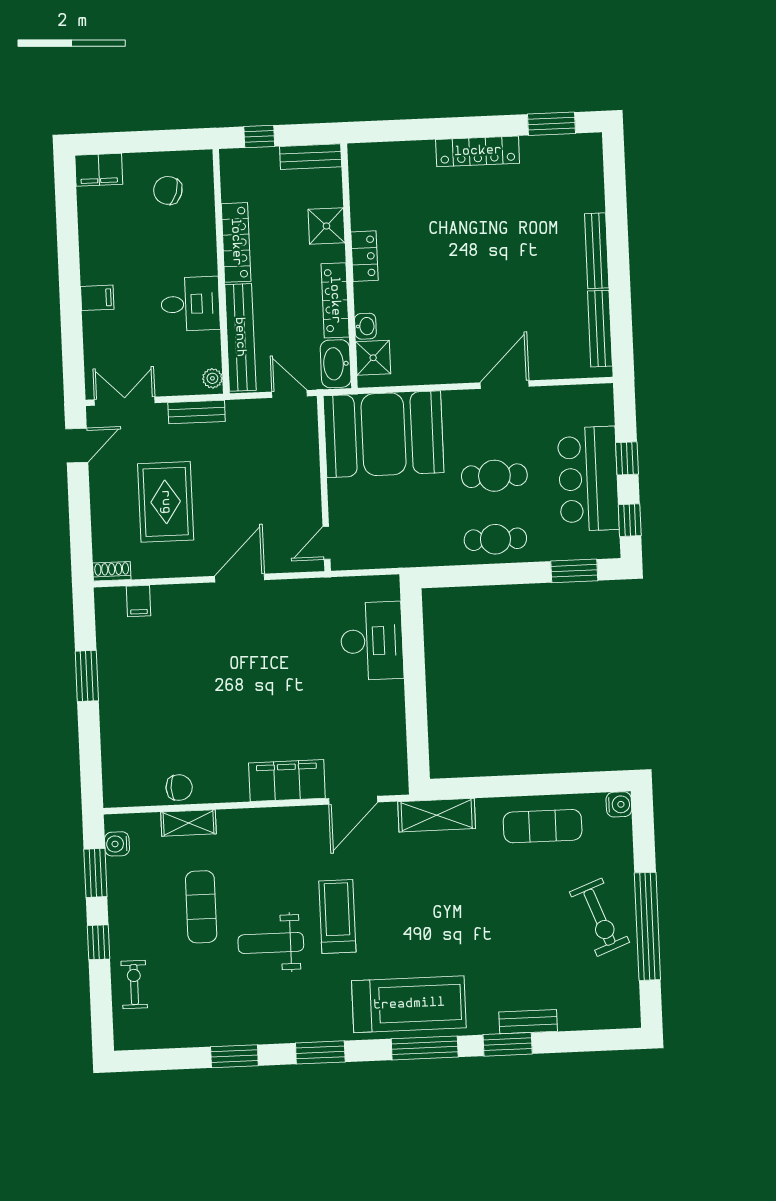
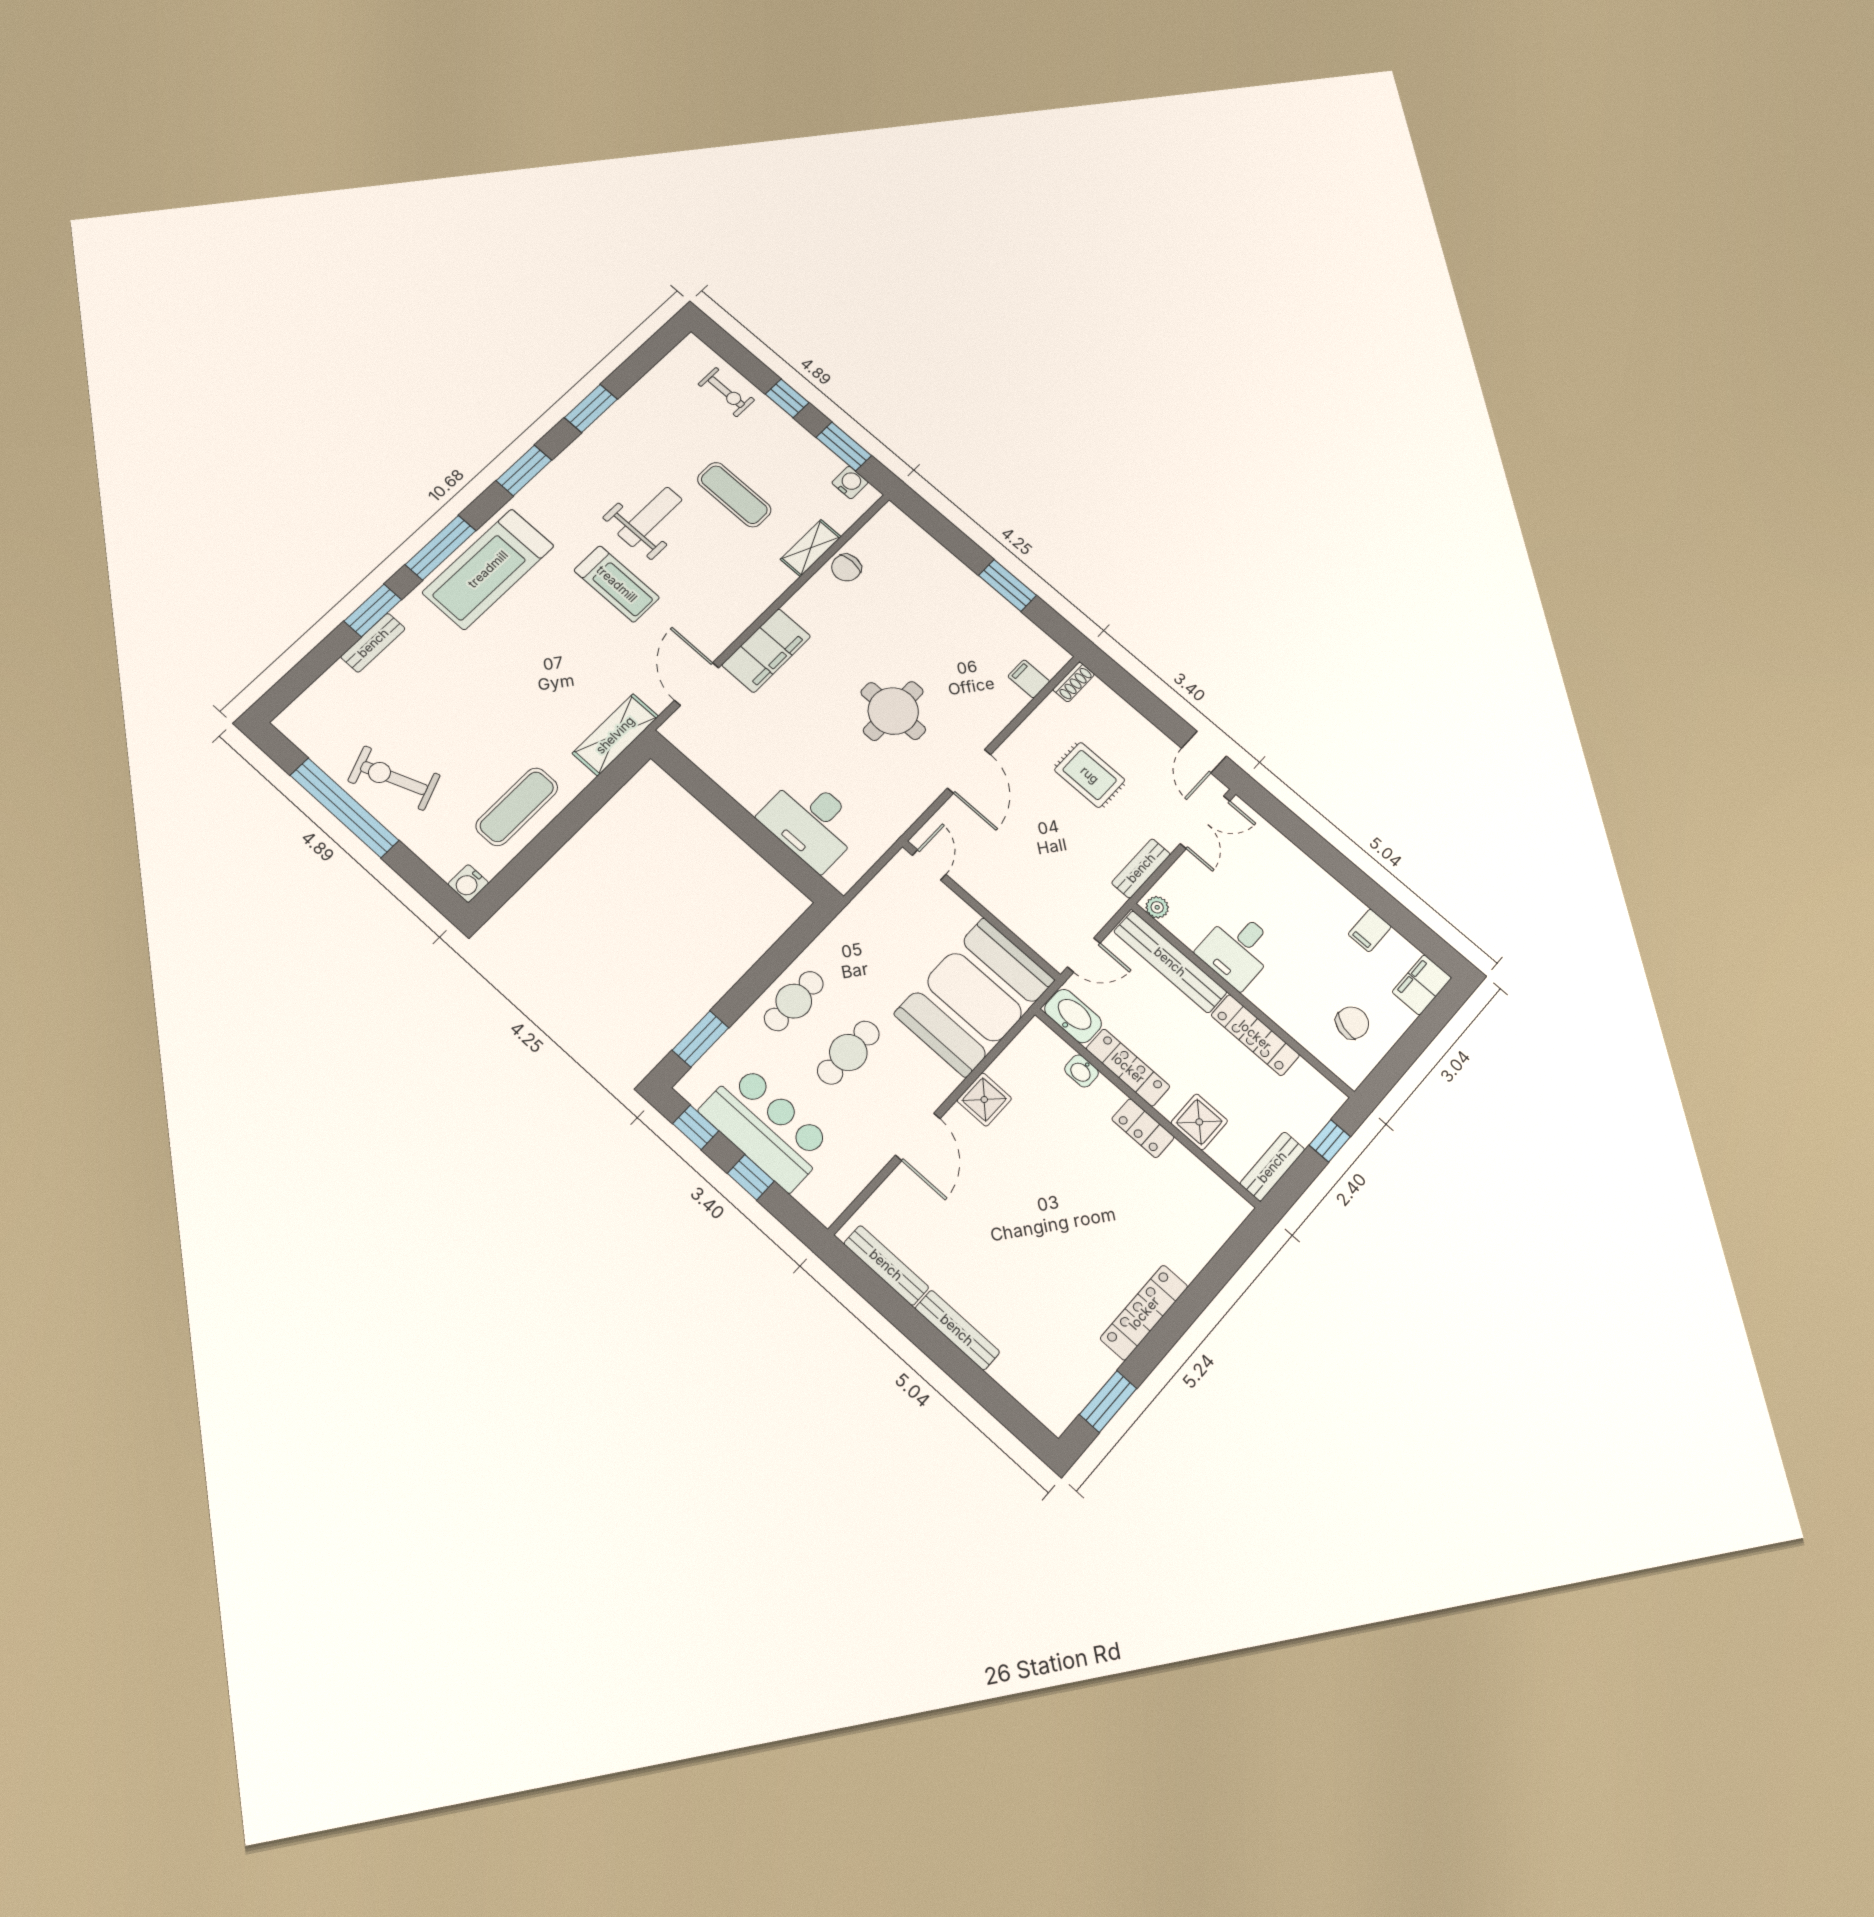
filing cabinet: (97, 298) -> (1370, 930), moved
shower: (373, 358) -> (984, 1099), moved
rug: (166, 502) -> (1090, 775), width x0.73, depth x0.70
round table: (247, 663) -> (893, 711), added

